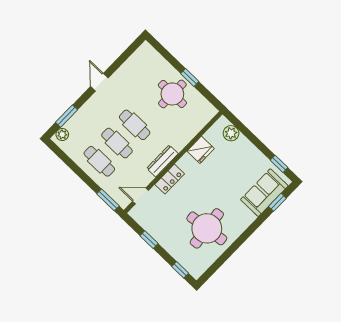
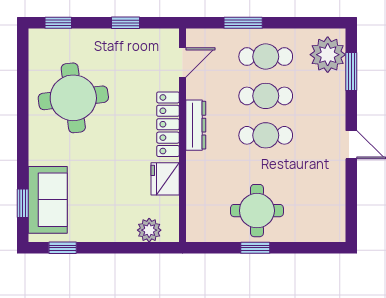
plant: (62, 134) -> (328, 55), width x1.88, depth x1.88
locker: (170, 179) -> (168, 124), width x1.53
window: (108, 200) -> (243, 23), moved

